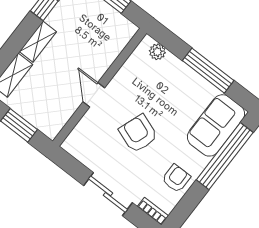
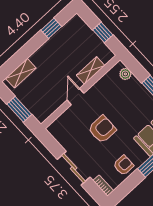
shelving: (38, 42) -> (91, 70), moved
armchair: (138, 134) -> (102, 129), turned 70

